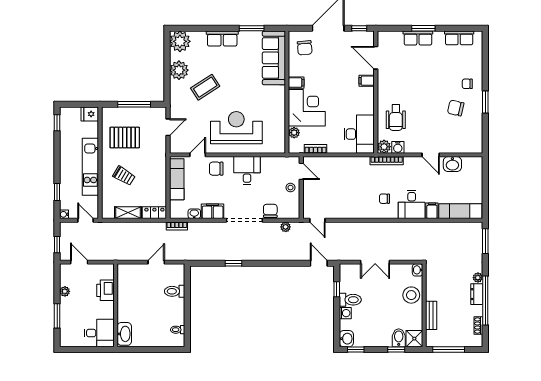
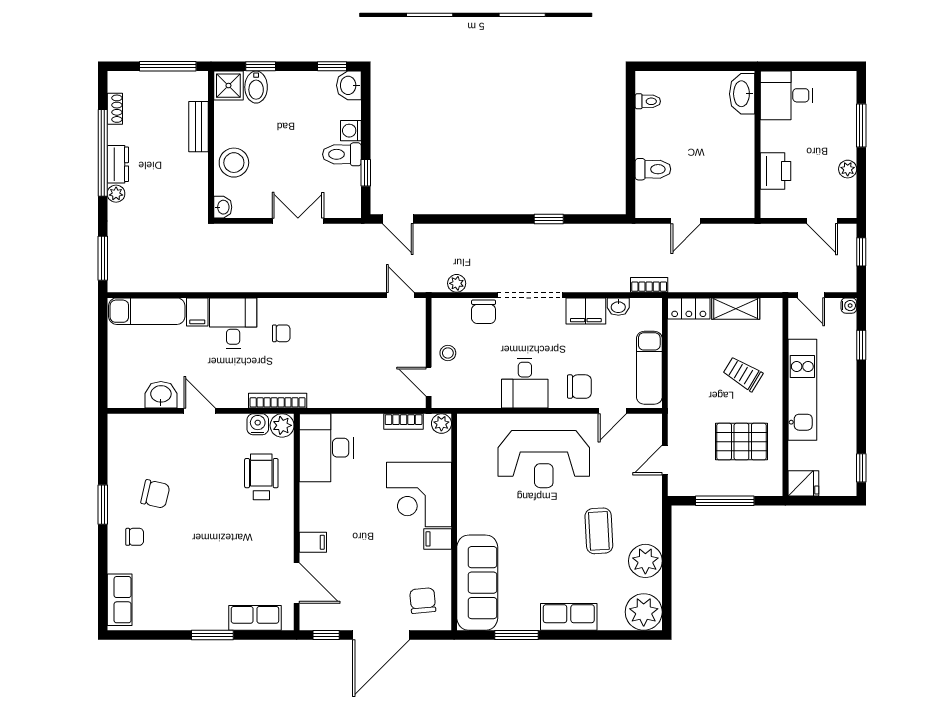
row of seats: (418, 38) -> (255, 618), moved
row of seats: (459, 38) -> (120, 600), moved, turned 90
coffee table: (205, 87) -> (599, 531), turned -60
plant: (294, 133) -> (441, 424), moved

